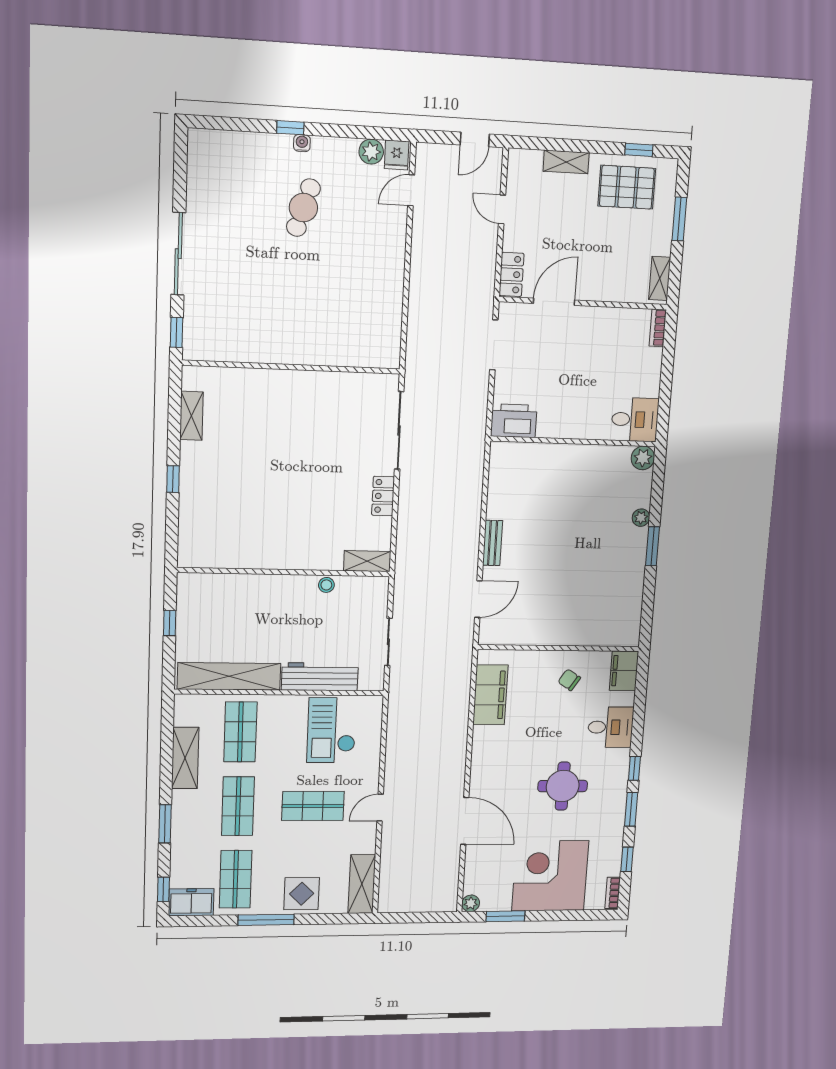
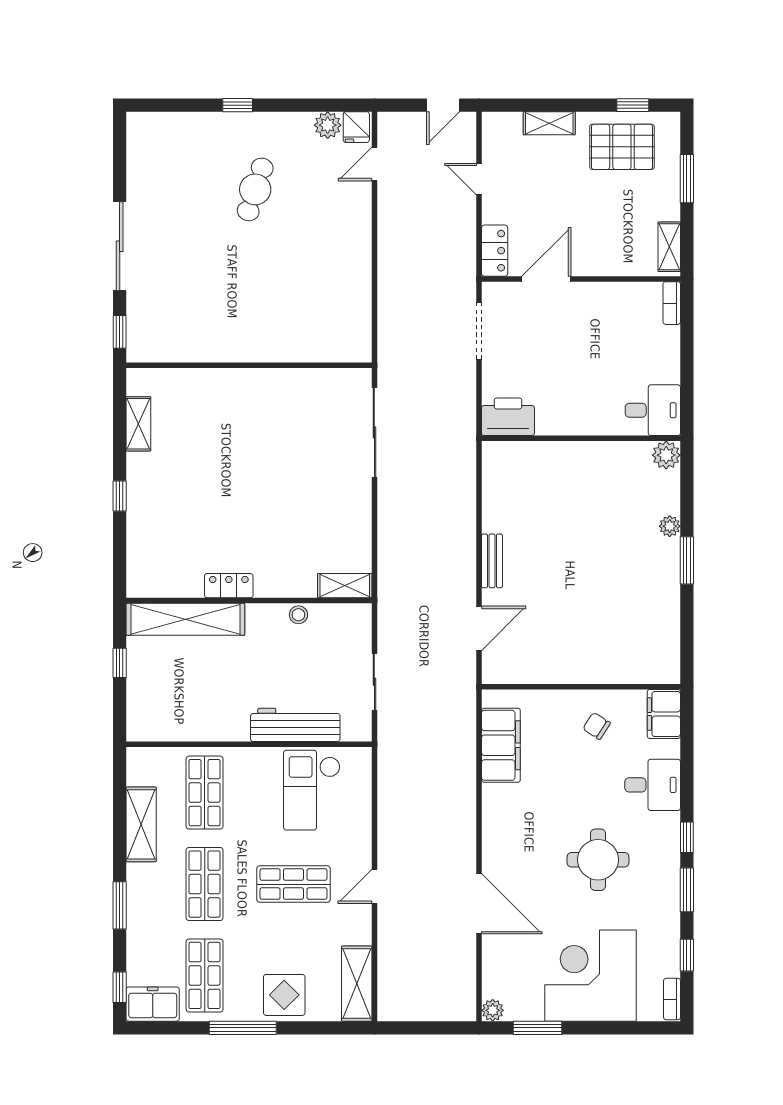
water cooler: (302, 143) -> (251, 121), removed
locker: (383, 496) -> (229, 586), moved, turned 90
shelving: (229, 676) -> (185, 619), moved

